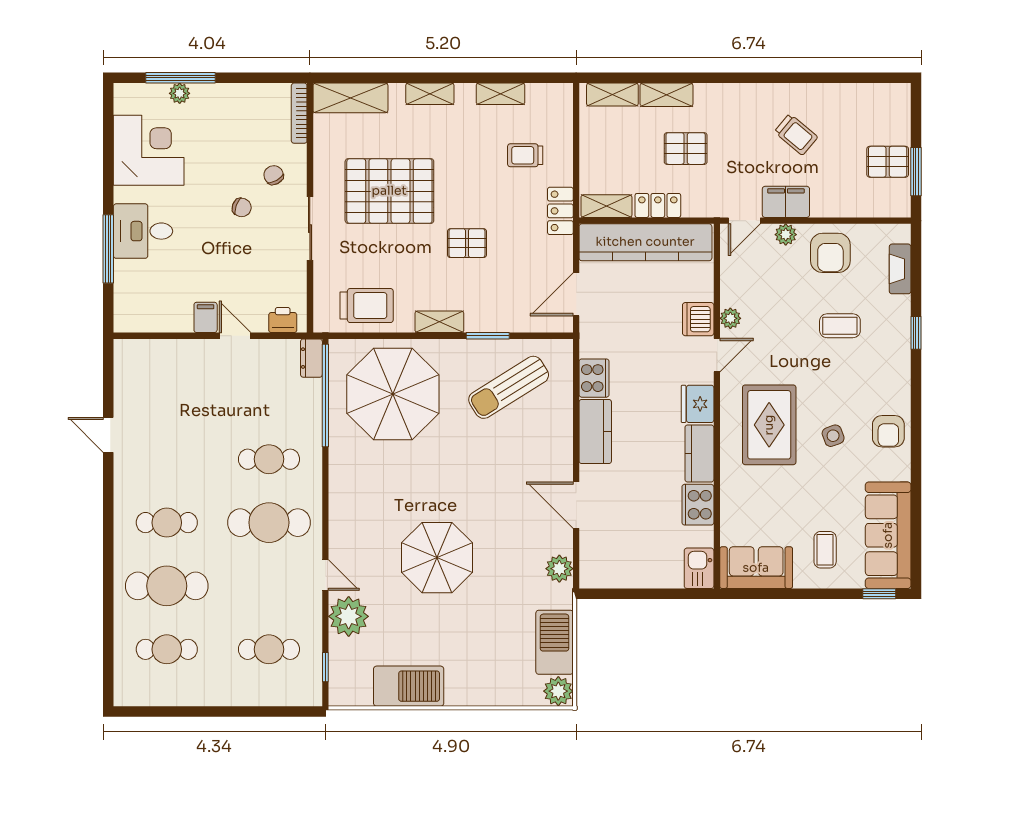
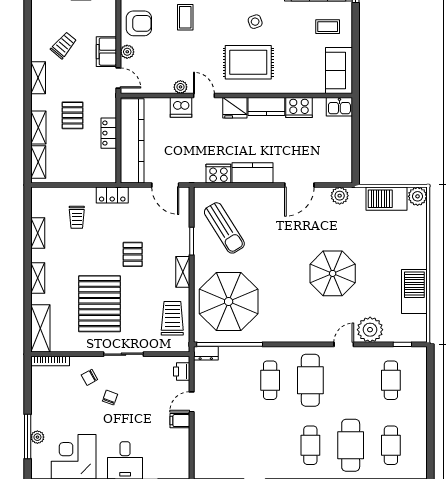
shelving: (606, 206) -> (38, 78), moved

